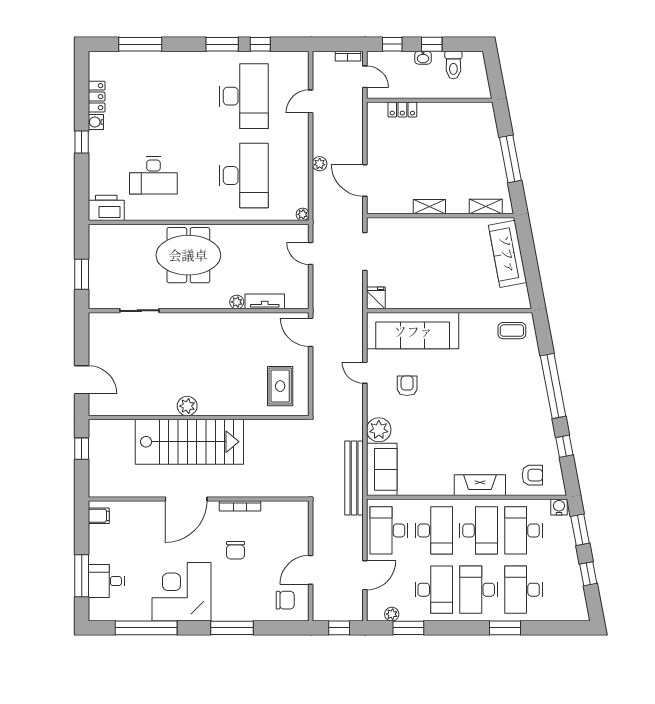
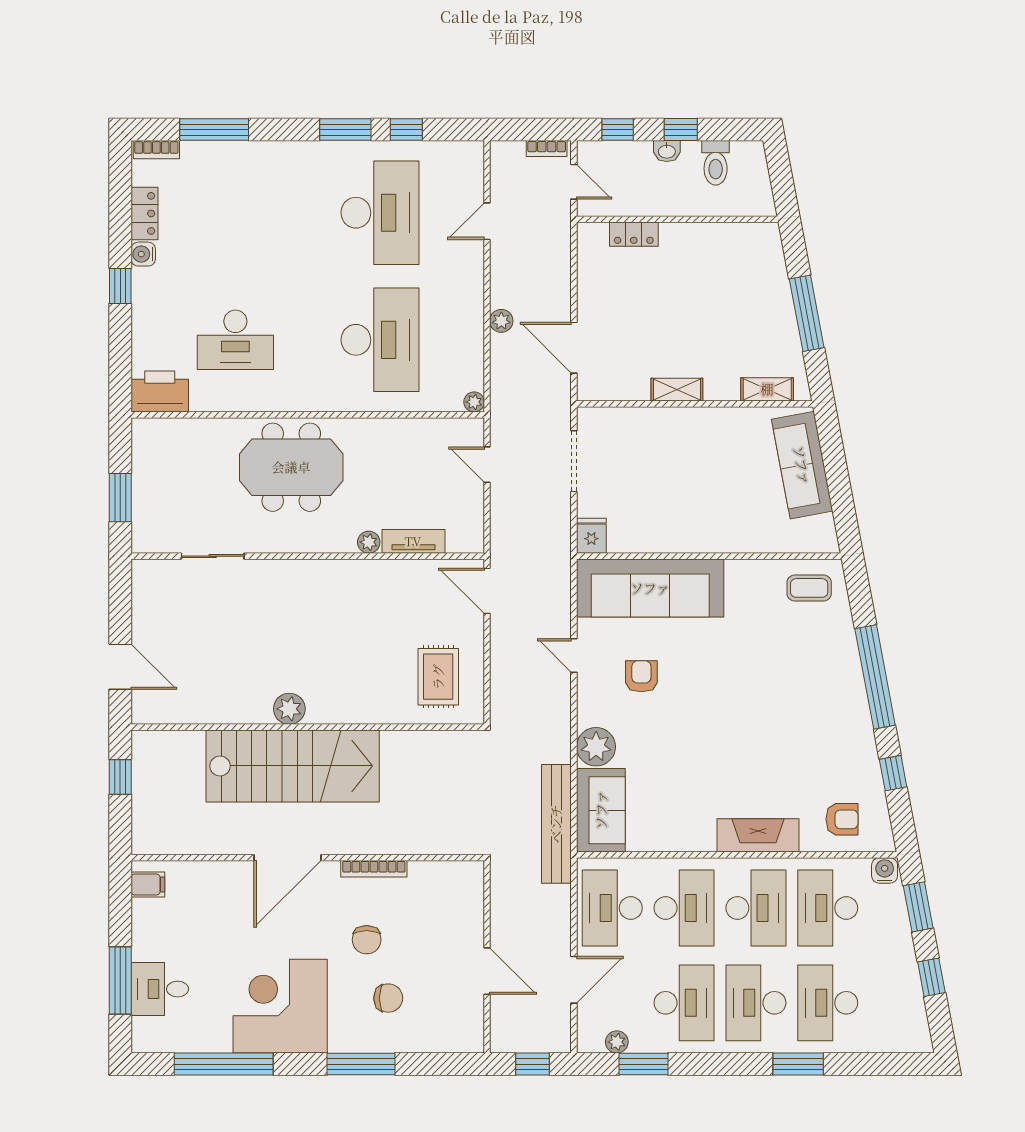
bookcase: (104, 57) -> (156, 150), added
door: (311, 570) -> (487, 971), swing flipped
chair: (285, 600) -> (388, 998), moved

